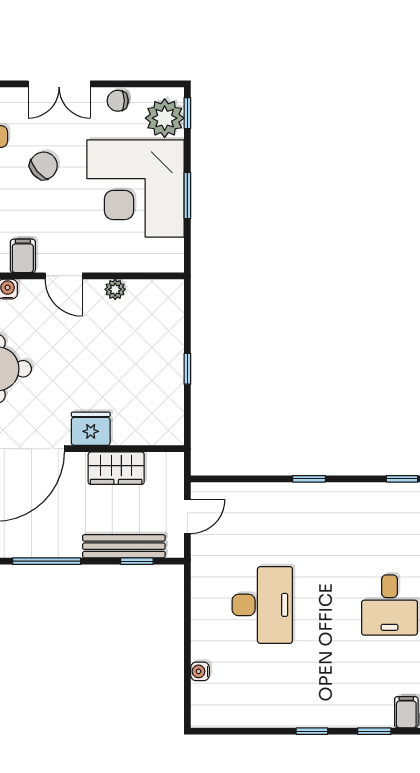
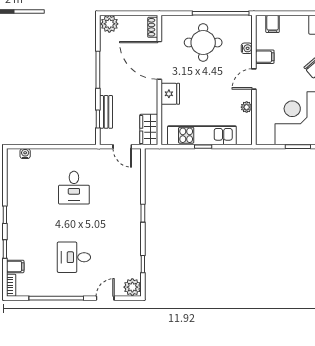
kitchen unit: (166, 371) -> (202, 135), added
wardrobe: (116, 468) -> (149, 130), moved
bench: (124, 546) -> (106, 112), width x0.73
desk: (262, 605) -> (74, 188), width x0.73
water cooler: (200, 671) -> (25, 154), moved

